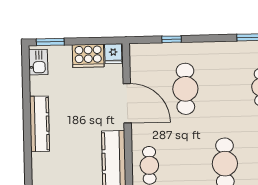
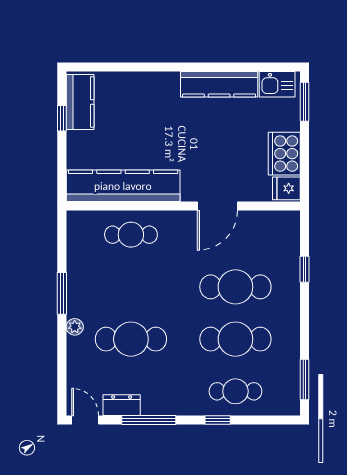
cafe table: (223, 88) -> (235, 339), added
door: (127, 103) -> (217, 206), width x0.73
kitchen counter: (40, 124) -> (219, 84), moved

